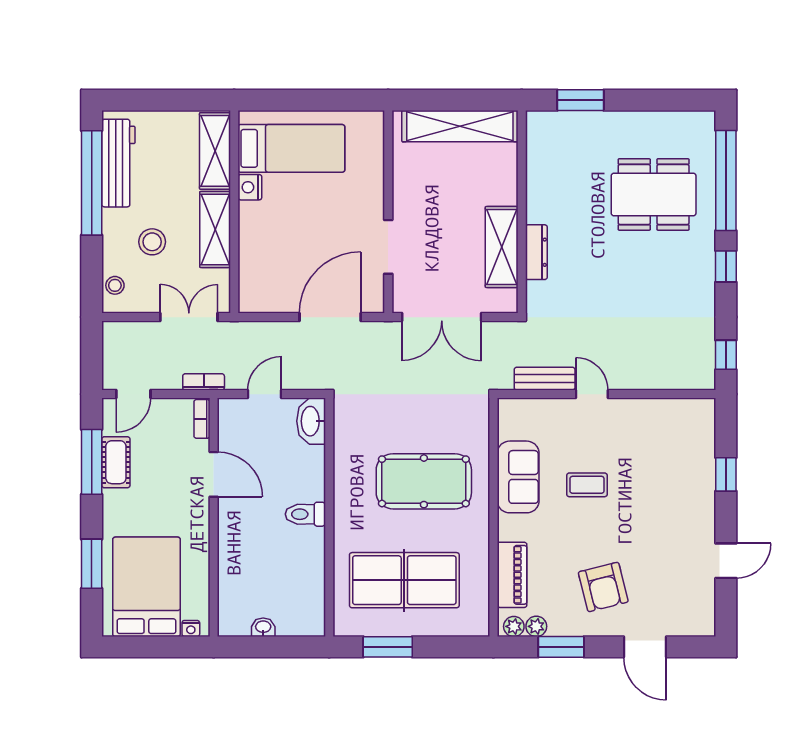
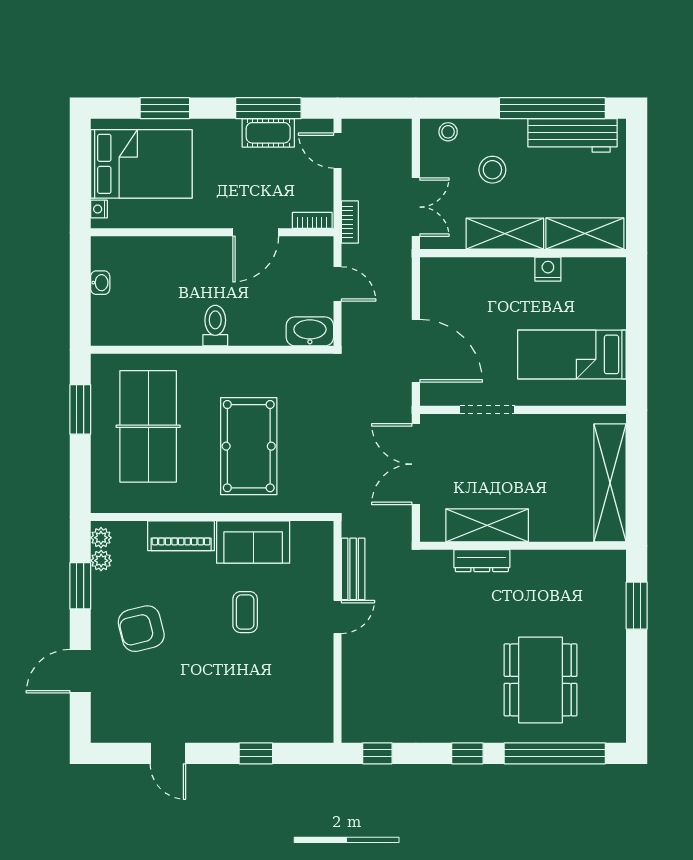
bed: (291, 148) -> (572, 354), moved, turned 90
piano: (512, 575) -> (181, 536), moved

